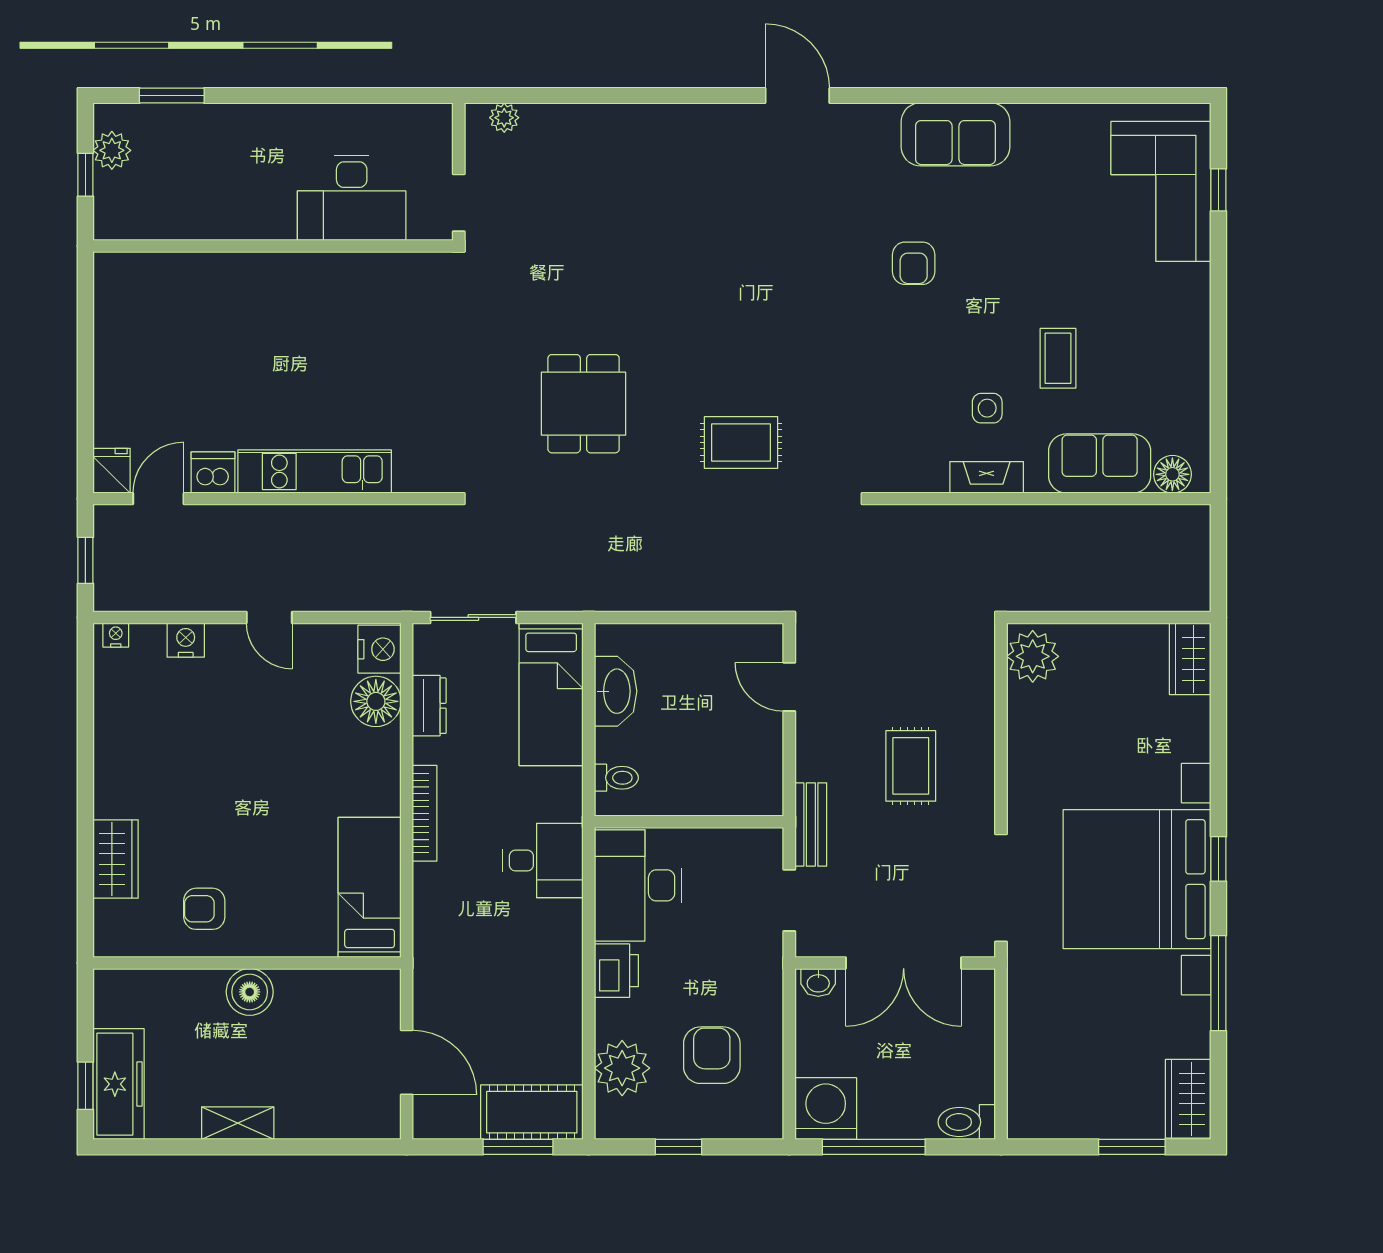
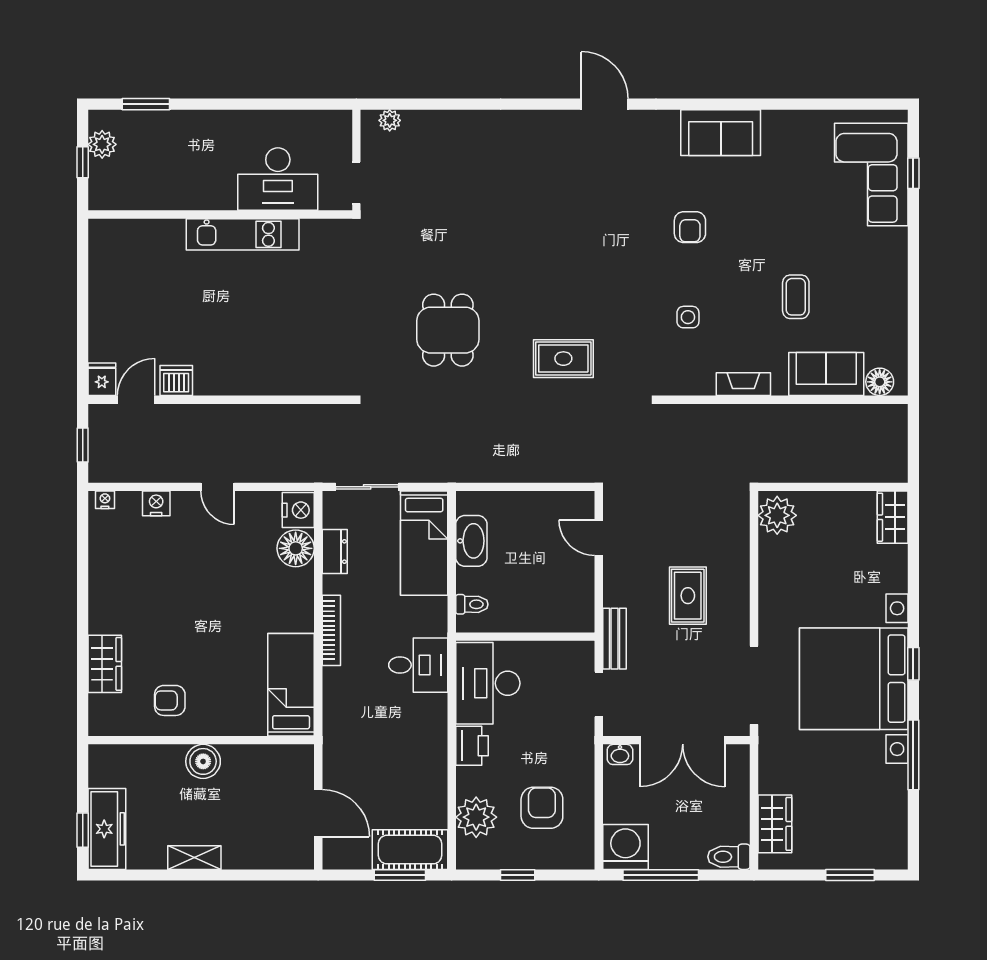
side table: (987, 408) -> (688, 317), moved
kitchen unit: (315, 471) -> (243, 234), moved, turned 180
wardrobe: (1188, 1099) -> (775, 824), moved, turned 180

